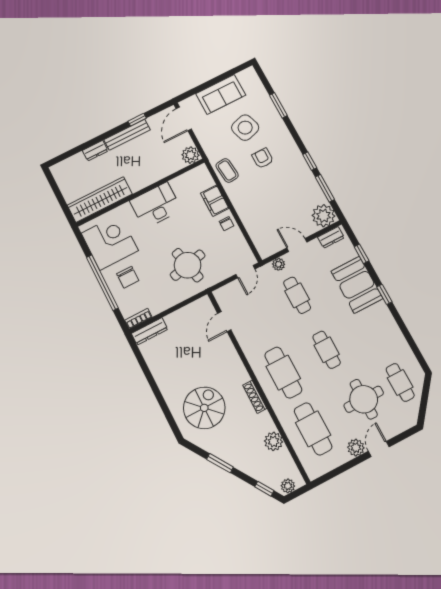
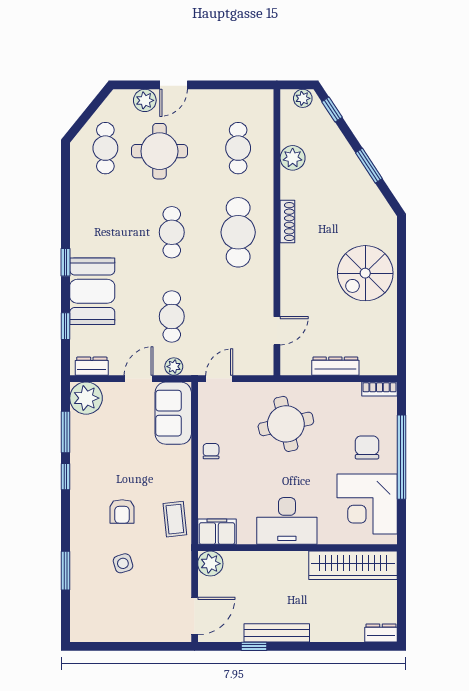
sofa: (221, 94) -> (173, 413), moved, turned -90
side table: (245, 128) -> (123, 563), width x0.54, depth x0.54
dresser: (95, 151) -> (381, 633), moved
filing cabinet: (215, 201) -> (217, 532), moved, turned -90
door: (297, 245) -> (139, 379), swing flipped
dresser: (150, 331) -> (335, 366), moved
spiral stairs: (204, 408) -> (365, 273), moved
cafe table: (313, 429) -> (238, 148), width x0.73, depth x0.74
plant: (356, 448) -> (145, 100), moved

